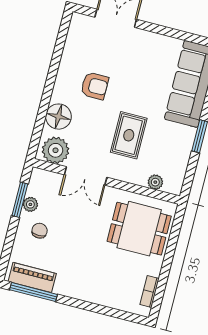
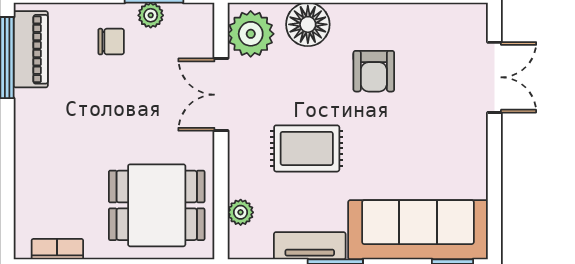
tv unit: (184, 148) -> (310, 246), added
dining table: (139, 229) -> (157, 205), turned 90

